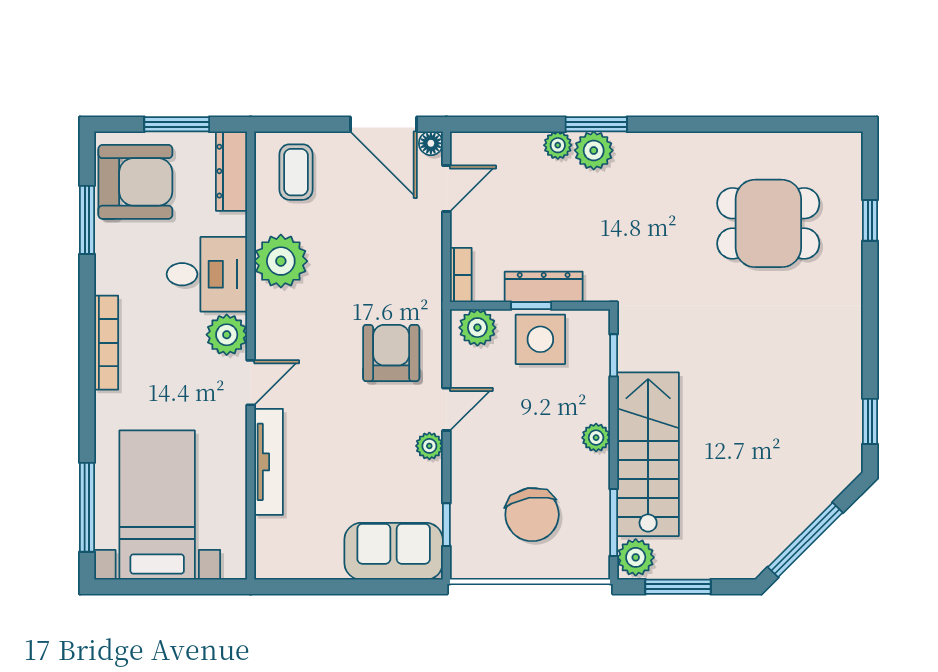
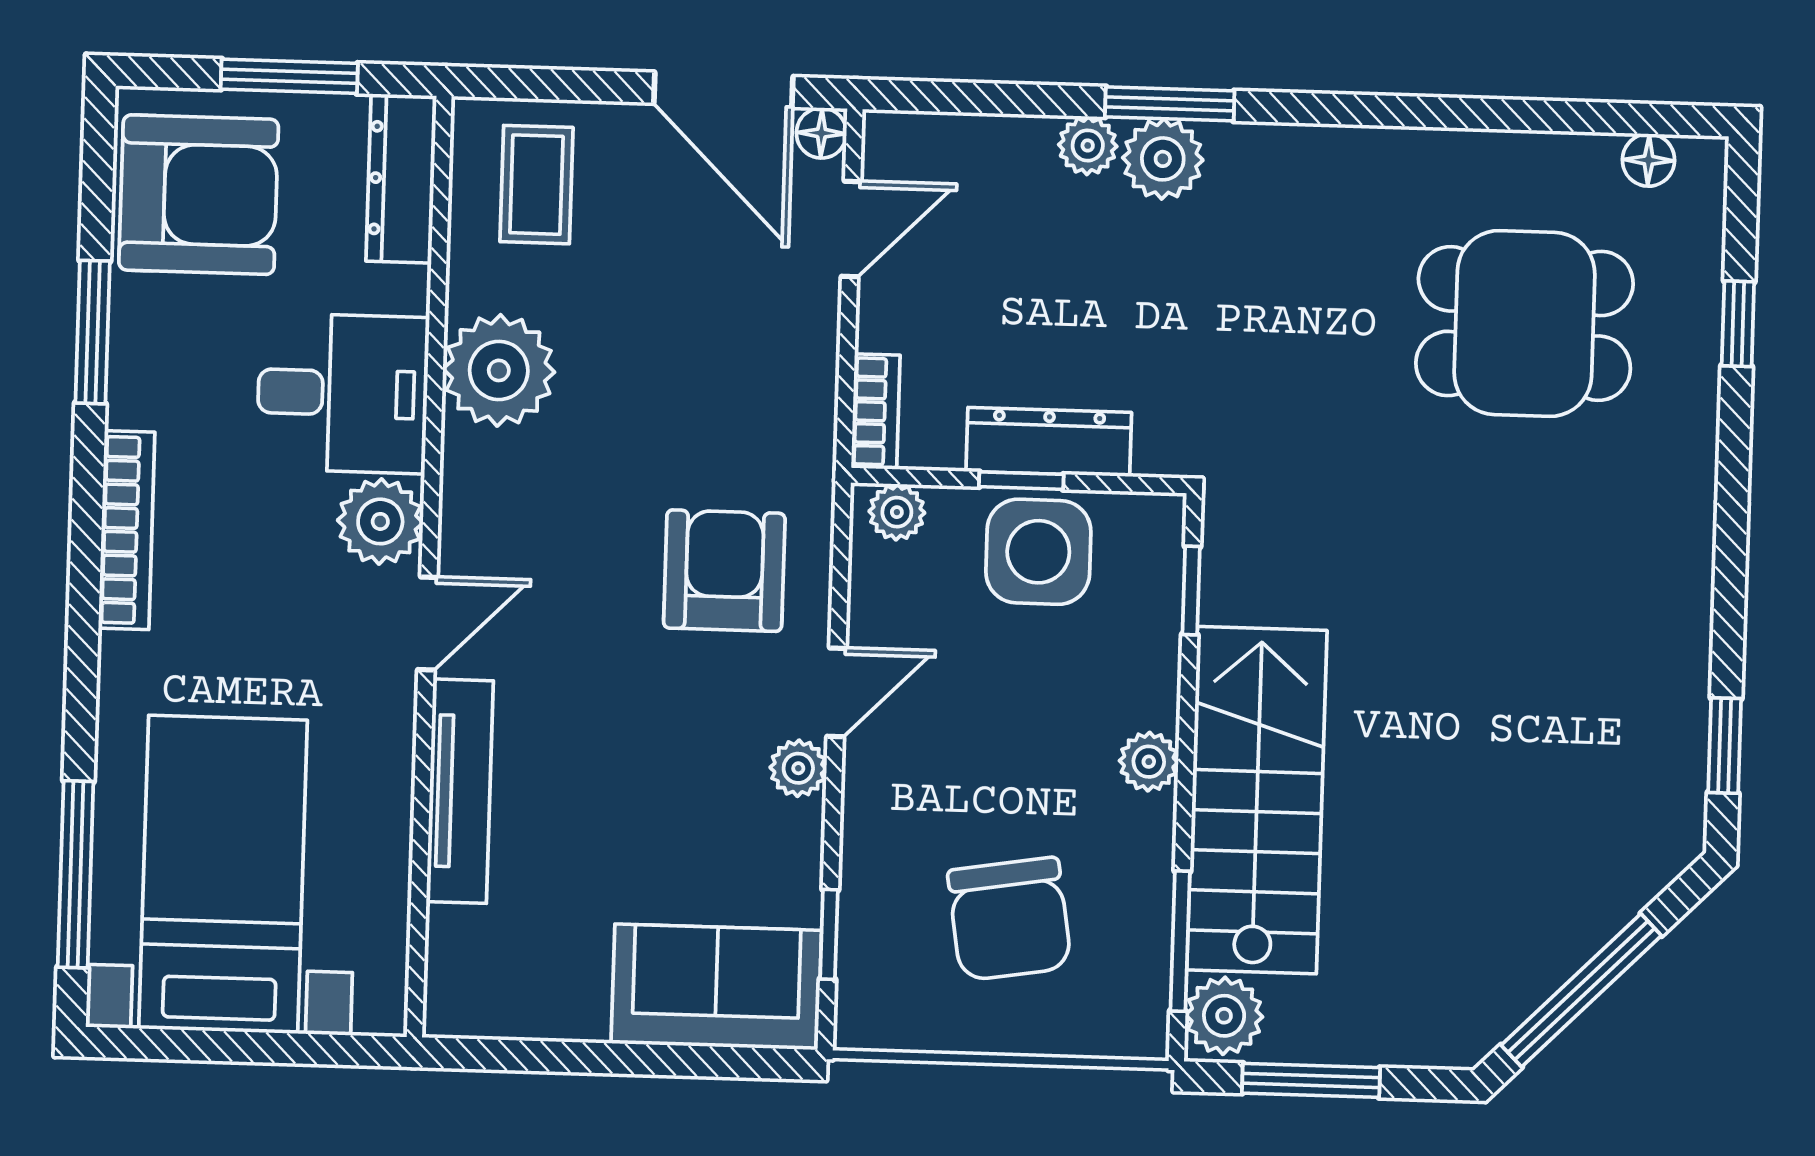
floor lamp: (825, 144) -> (1648, 160), added
window: (87, 220) -> (93, 332), moved
plant: (477, 328) -> (897, 512), width x0.73, depth x0.73

